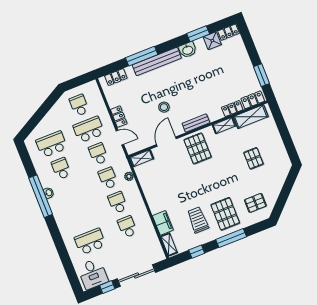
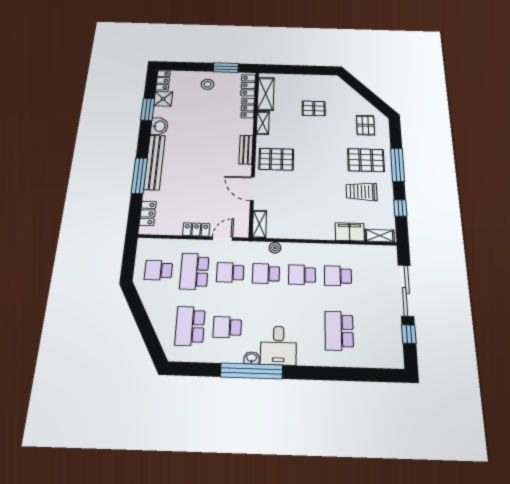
stool: (164, 107) -> (207, 84), moved
desk: (93, 274) -> (278, 346), moved, turned 90

